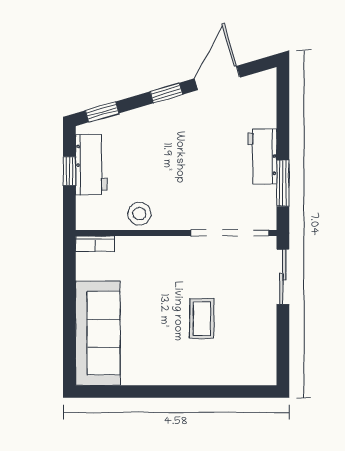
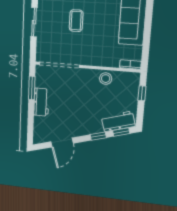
window: (166, 93) -> (98, 136), moved
workbench: (91, 165) -> (118, 121), moved, turned 74
window: (69, 171) -> (142, 93), moved
sliding door: (283, 277) -> (34, 22), moved

